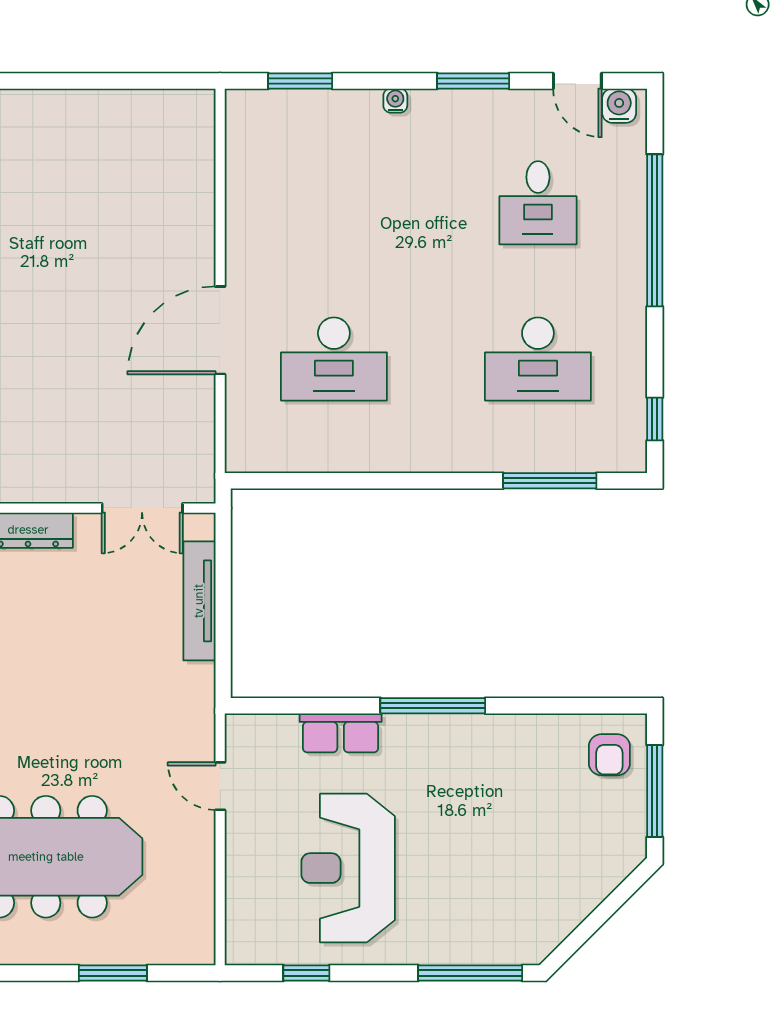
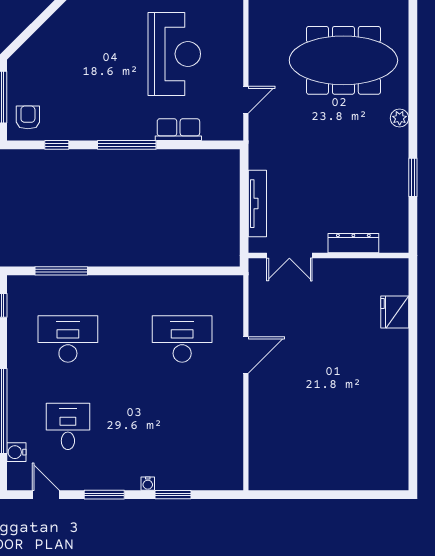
window: (300, 81) -> (173, 495), moved
water cooler: (619, 106) -> (16, 452), moved, turned 90
door: (220, 330) -> (246, 355), width x0.73
double door: (142, 508) -> (289, 256), swing flipped
window: (558, 706) -> (57, 145), added
door: (220, 786) -> (246, 100), hinge flipped

